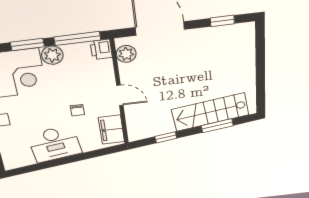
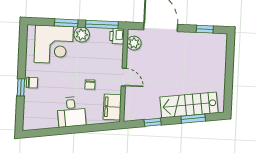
desk: (54, 144) -> (71, 112), width x0.73

